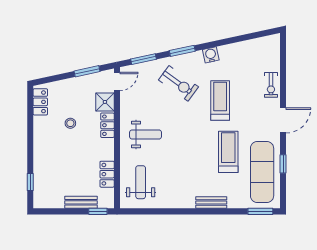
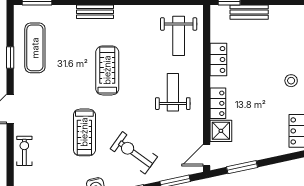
stool: (70, 123) -> (291, 81), moved
weight bench: (146, 134) -> (173, 92), turned 90
treadmill: (228, 152) -> (107, 70), moved, turned 180
exercise mat: (262, 172) -> (35, 48), width x0.73, depth x0.69
locker: (107, 174) -> (218, 59), moved

